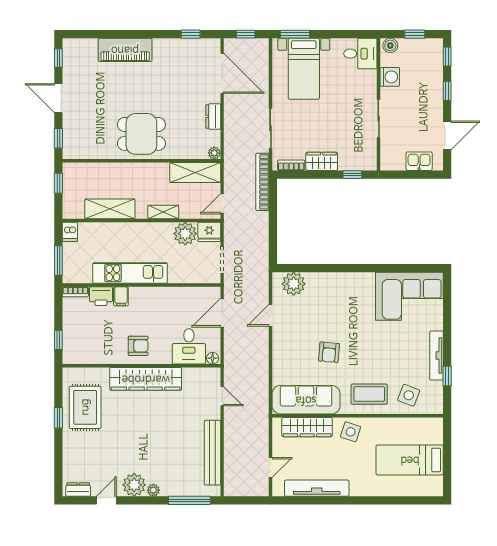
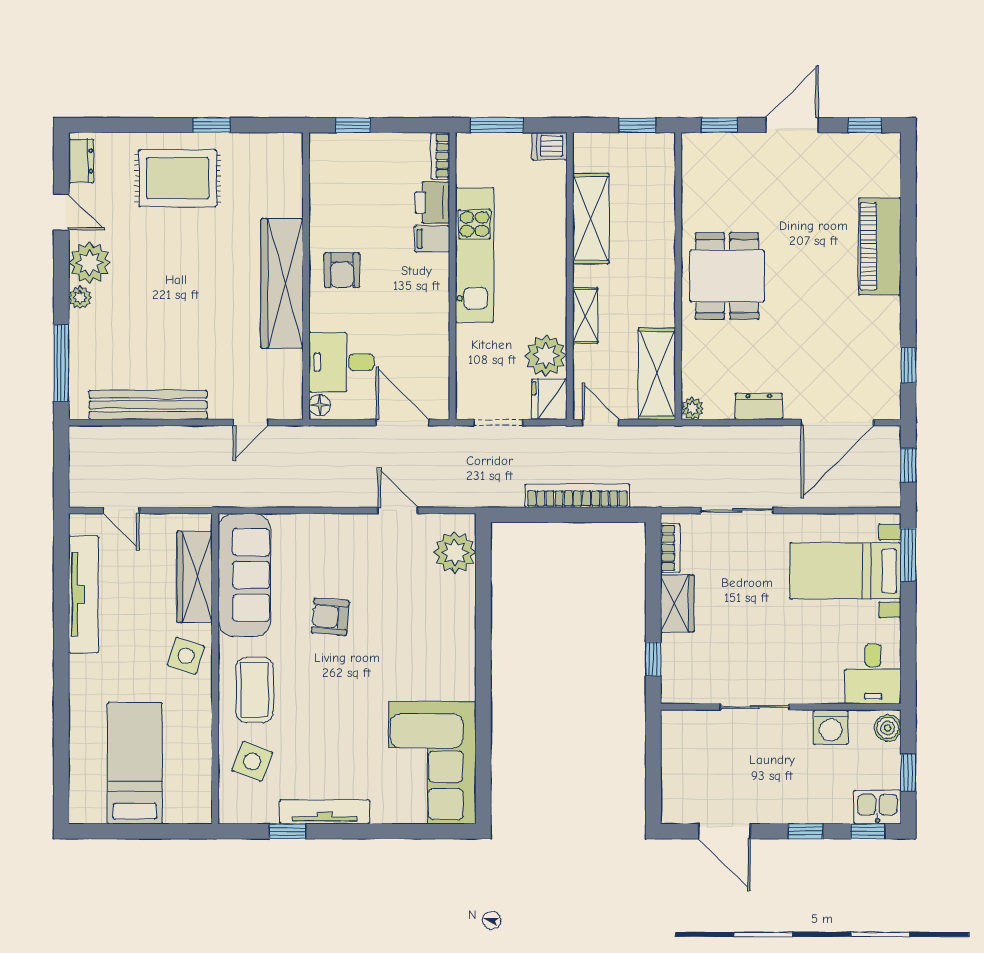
kitchen sink: (419, 161) -> (877, 807), moved, turned -90
bookcase: (262, 182) -> (577, 496), moved
rug: (85, 407) -> (178, 178), moved

